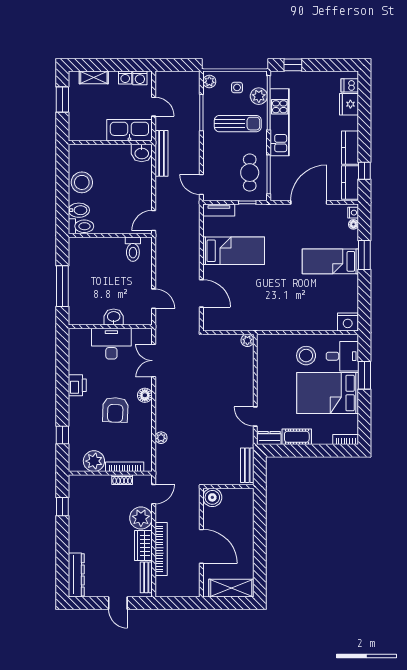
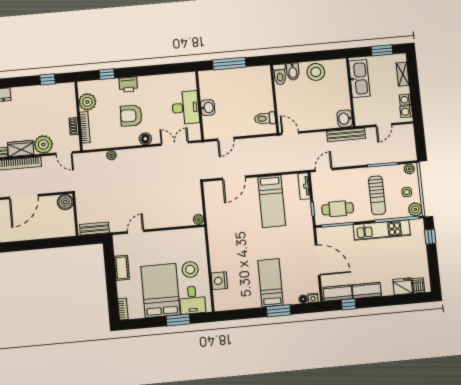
plant: (259, 96) -> (415, 209), moved
kitchen sink: (129, 130) -> (359, 79), moved
nightstand: (348, 322) -> (219, 281), moved
printer: (77, 385) -> (128, 84), moved
dresser: (269, 438) -> (119, 245), removed

